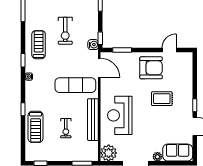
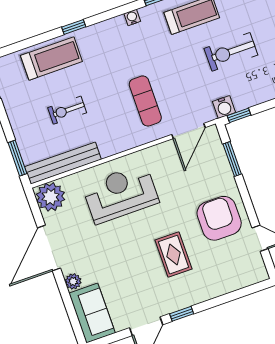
armchair: (151, 68) -> (219, 218), turned 180
exercise mat: (75, 85) -> (145, 101), width x0.73, depth x0.69
bench: (93, 120) -> (63, 163), moved
treadmill: (36, 127) -> (51, 59), turned 180

